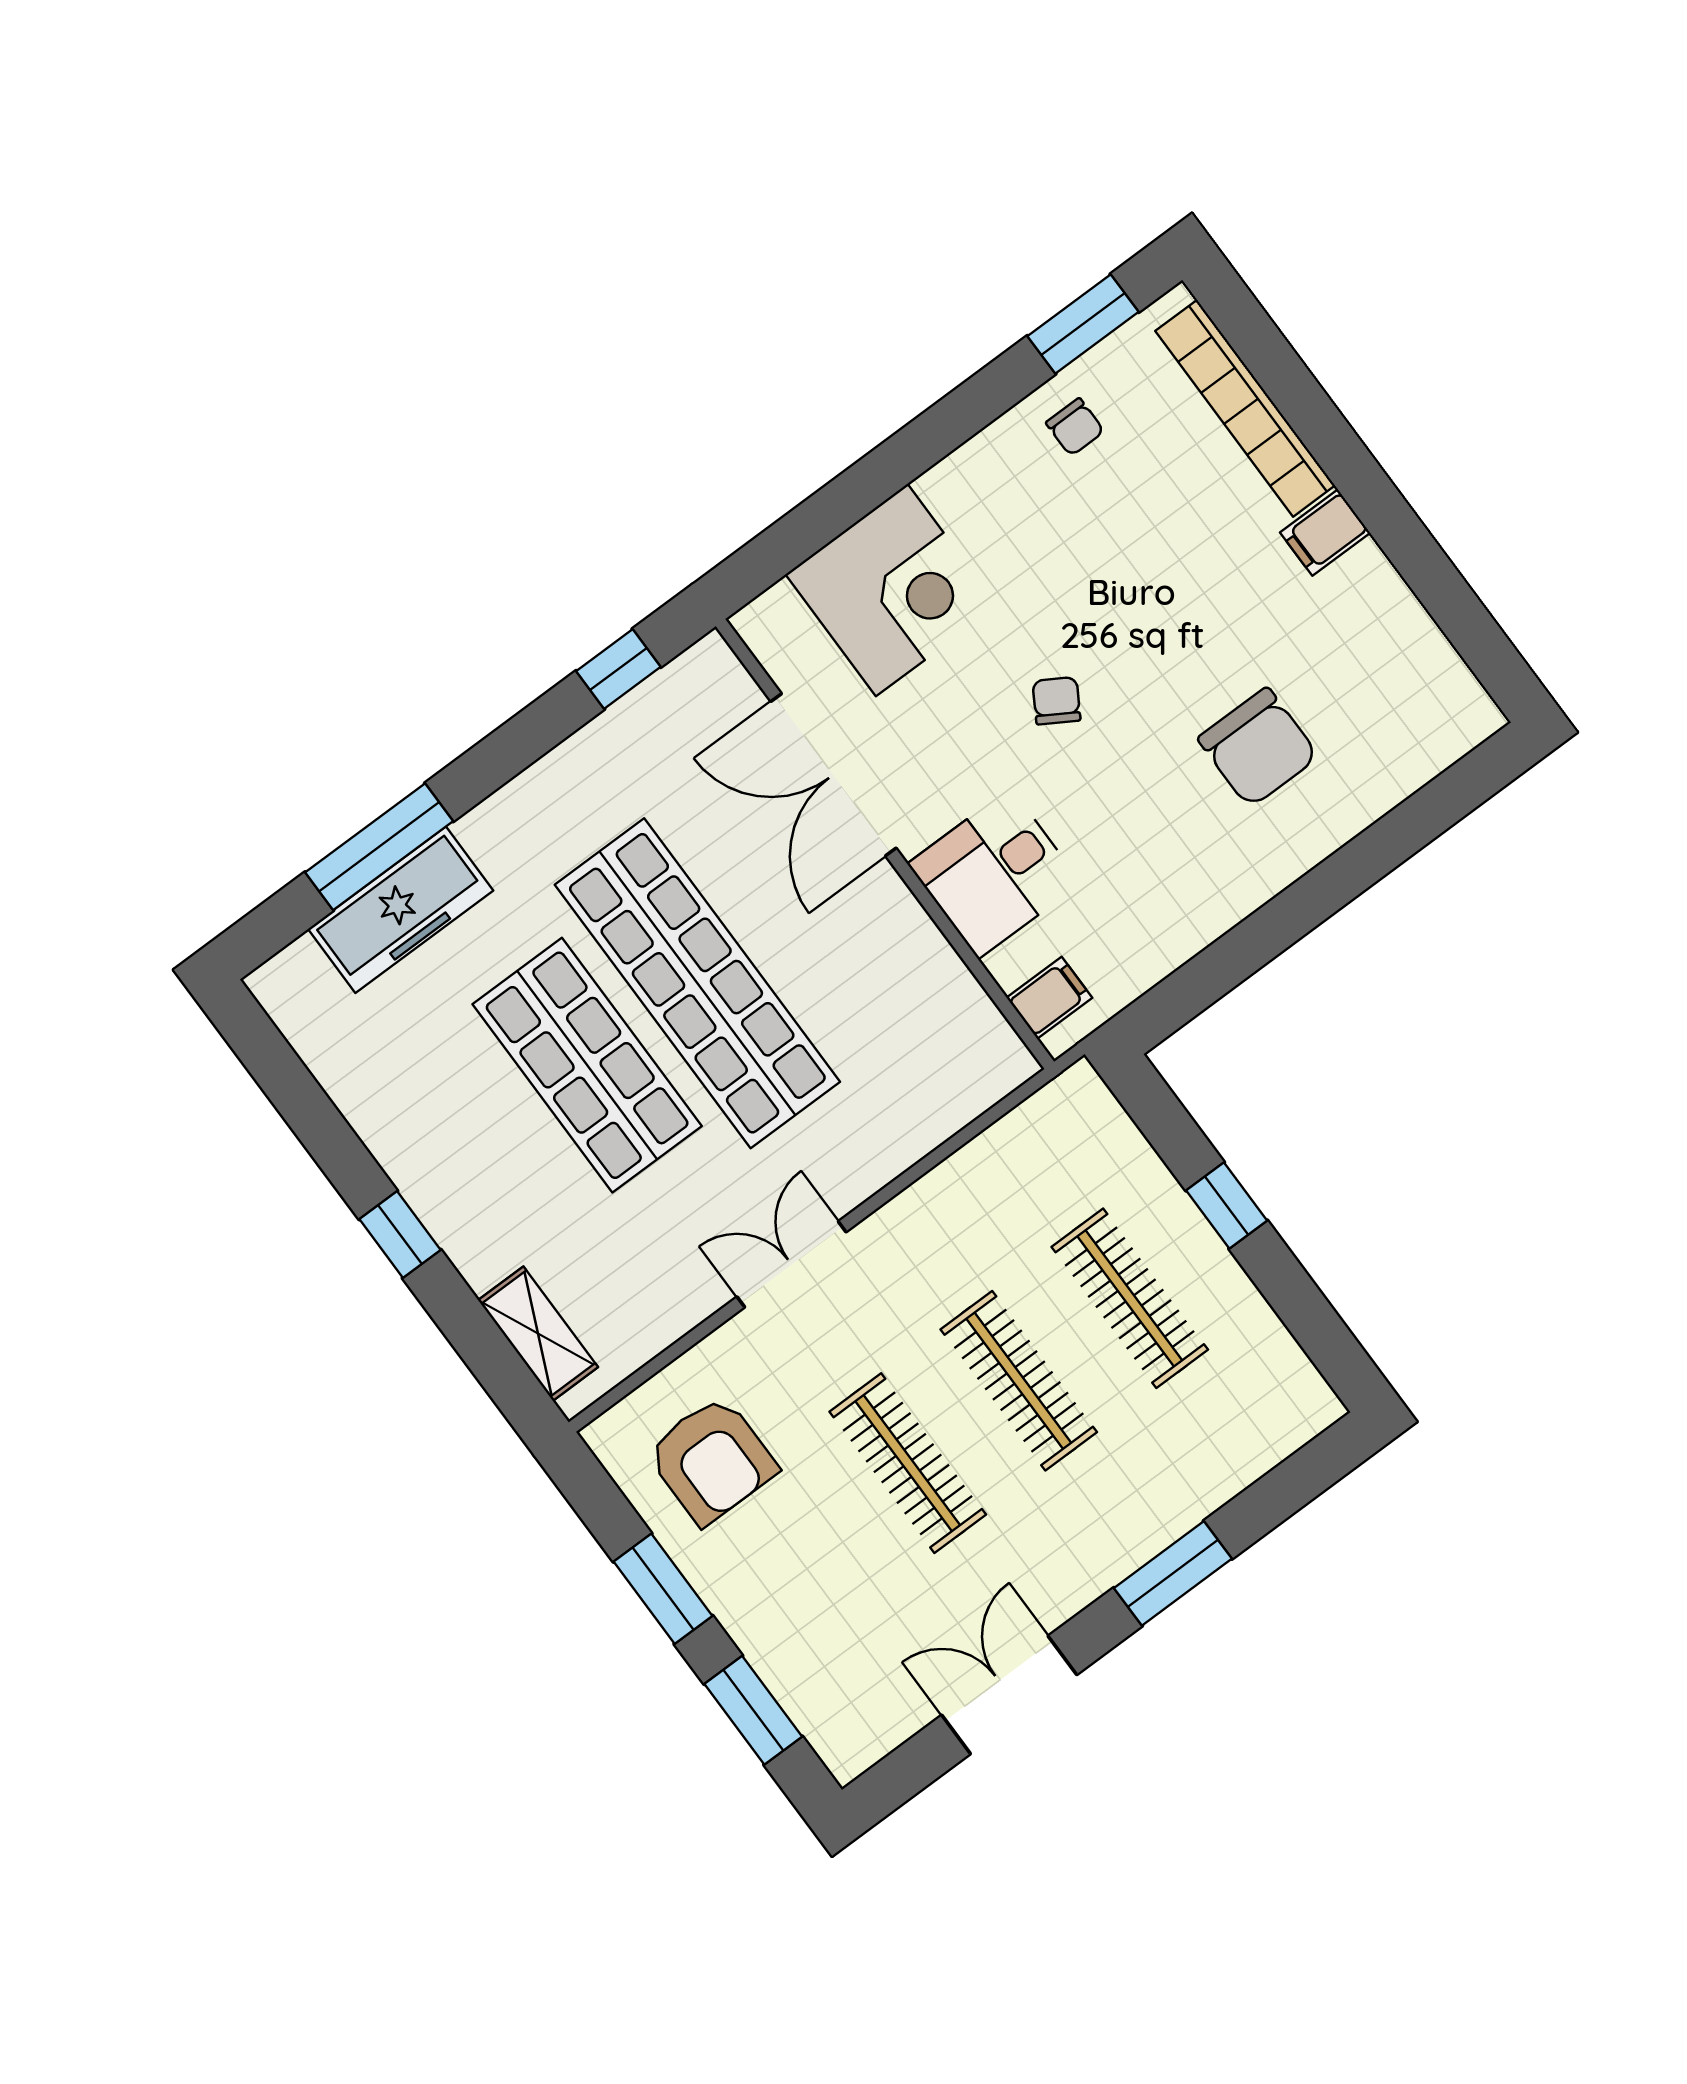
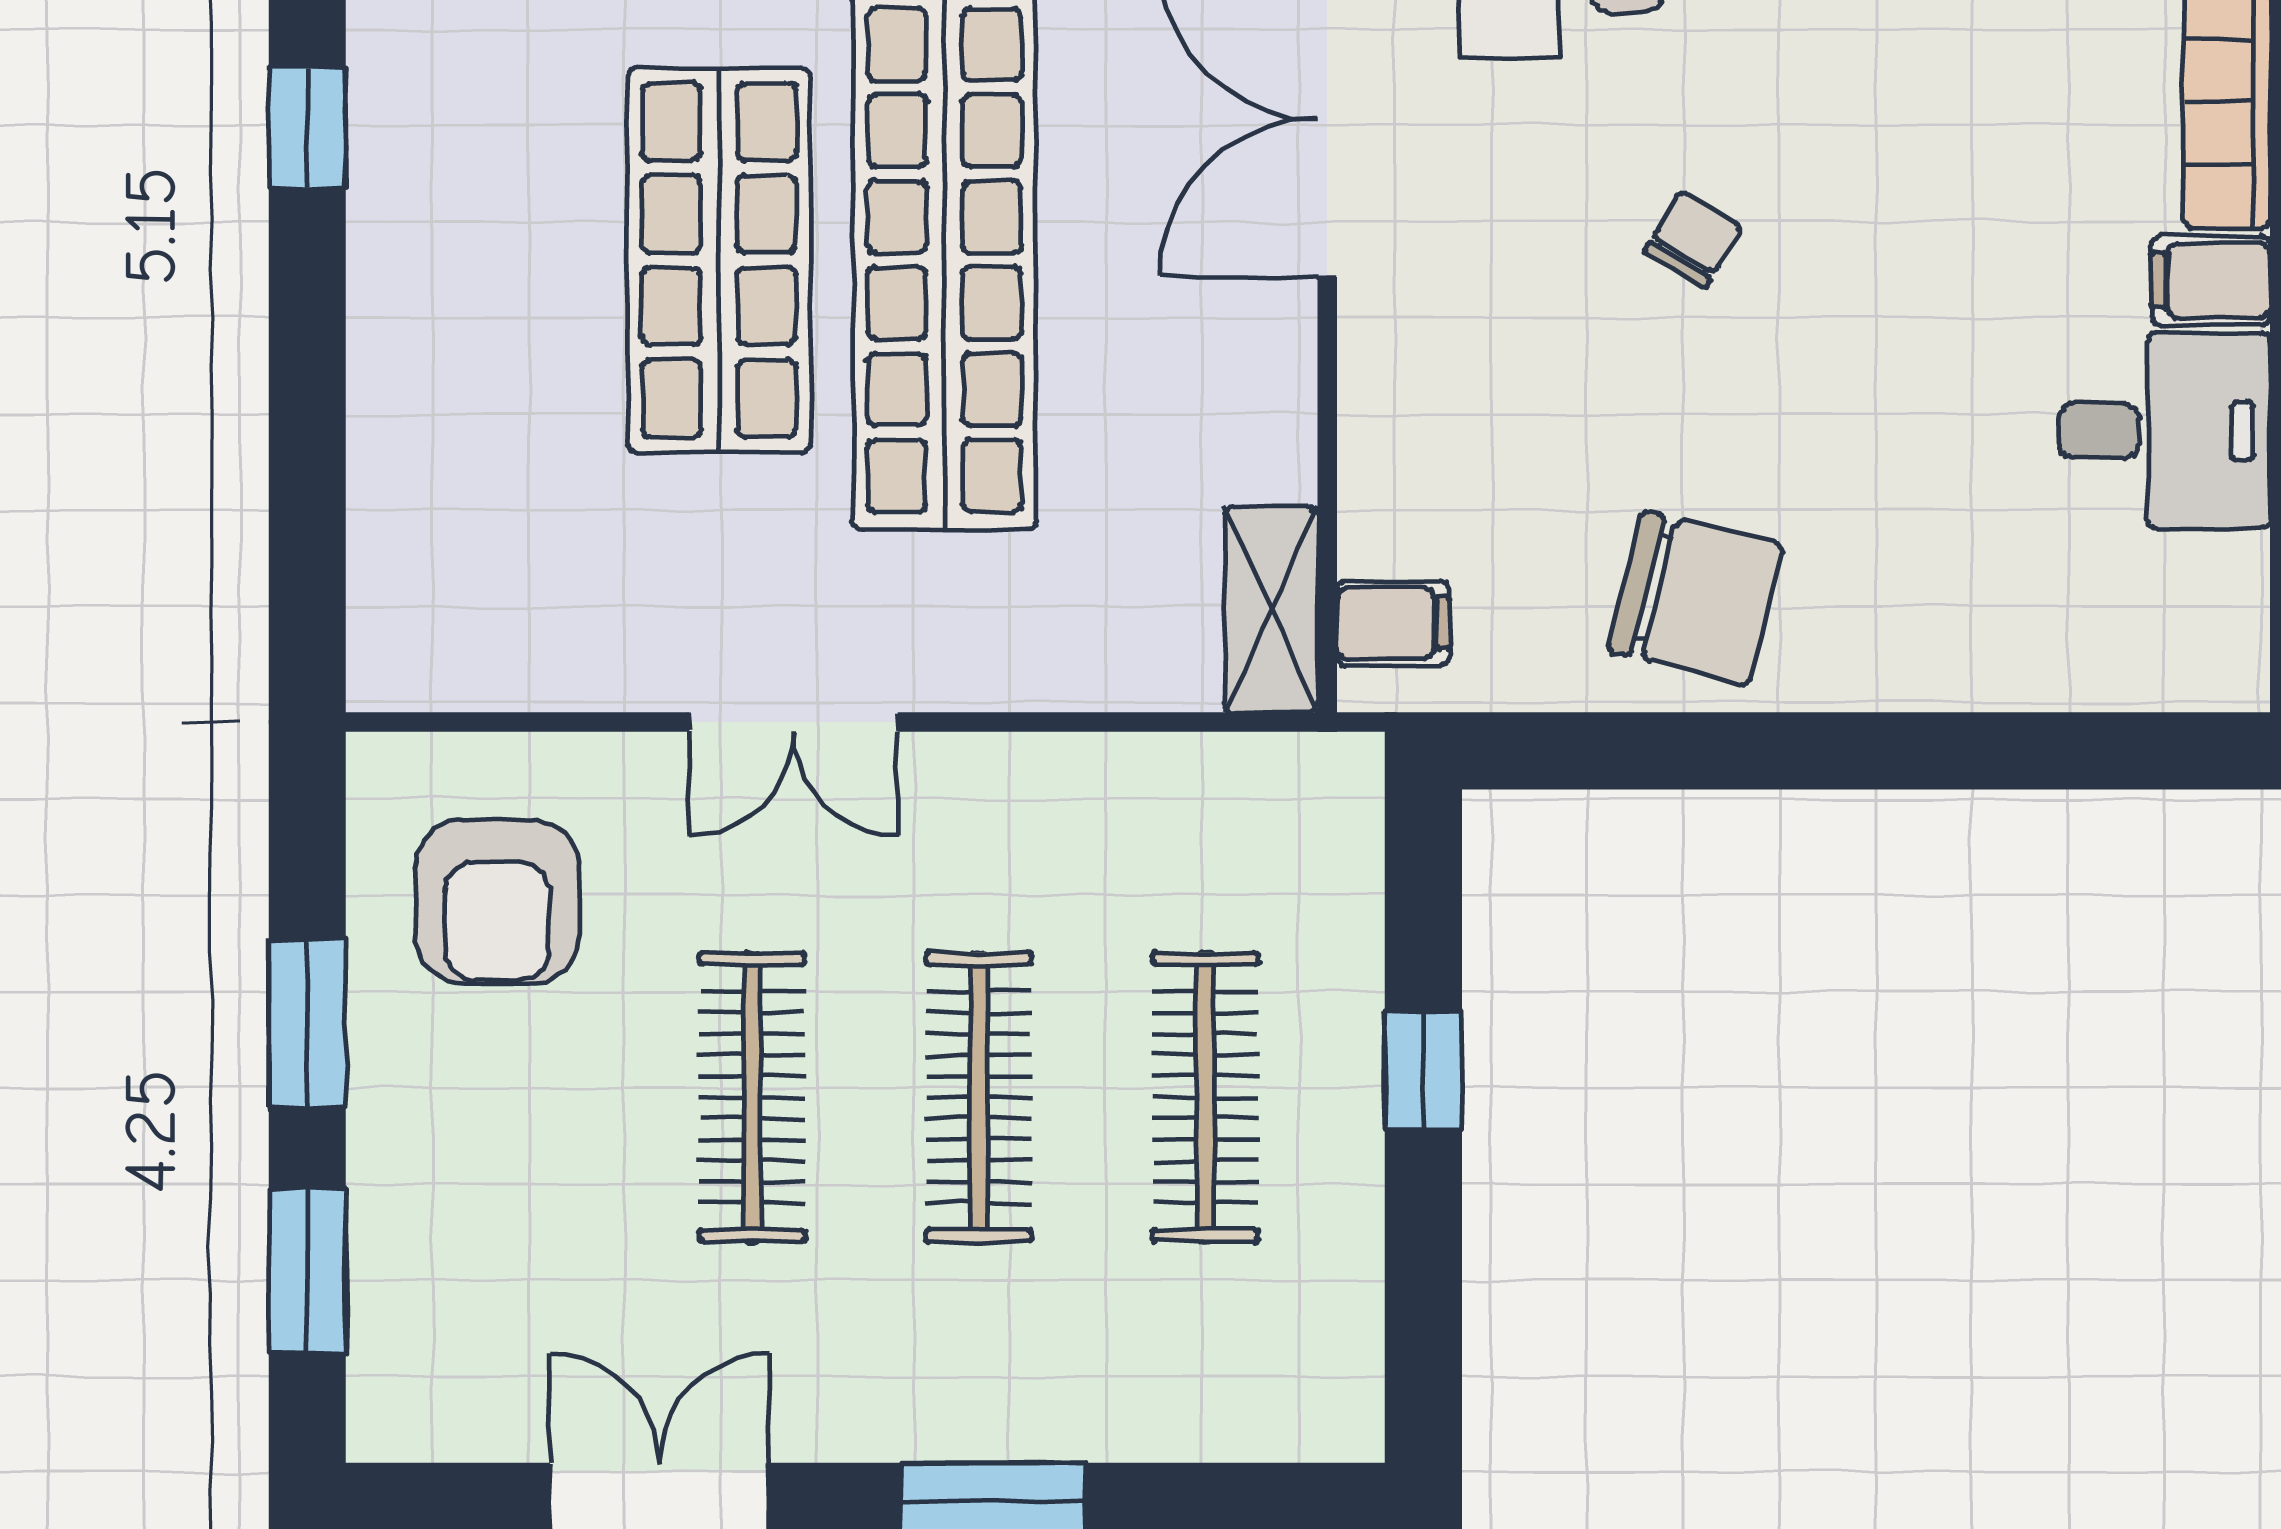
chair: (1258, 748) -> (1696, 598), moved, turned -76
desk: (994, 873) -> (2165, 431), moved, turned 180
window: (400, 1235) -> (307, 128), moved
double door: (792, 1264) -> (794, 722), swing flipped
shelving: (538, 1334) -> (1271, 609), moved

